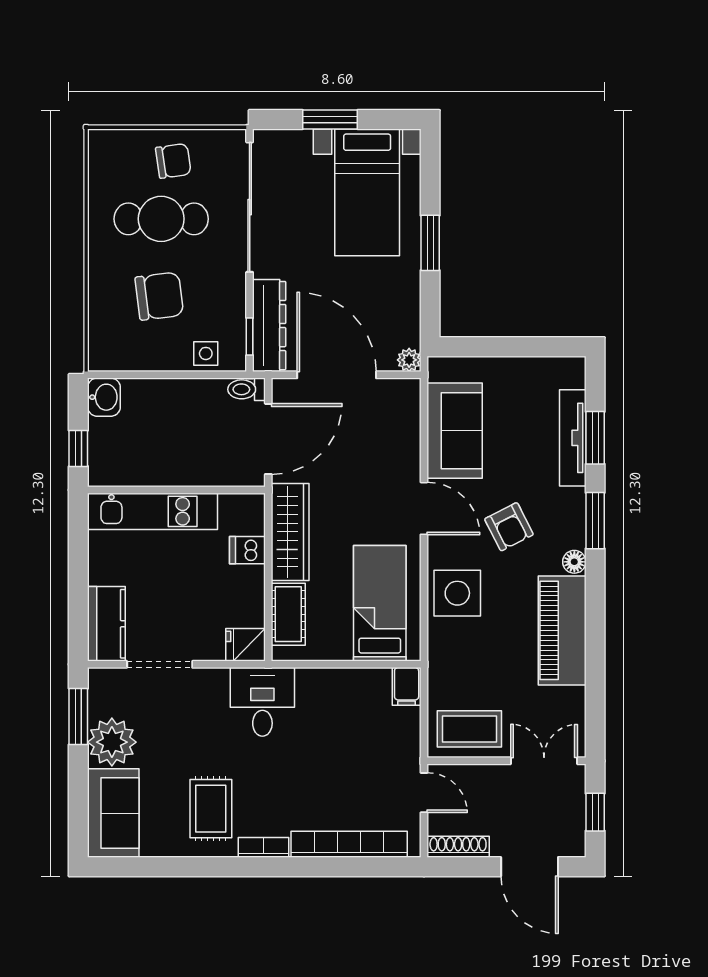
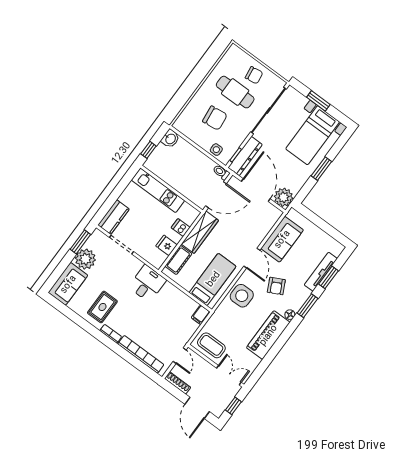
plant: (409, 360) -> (283, 197), width x1.88, depth x1.88
fridge: (246, 645) -> (167, 245), moved

